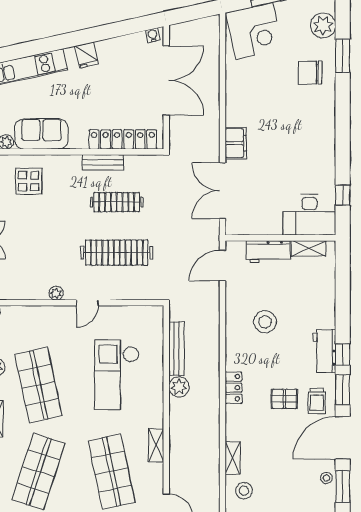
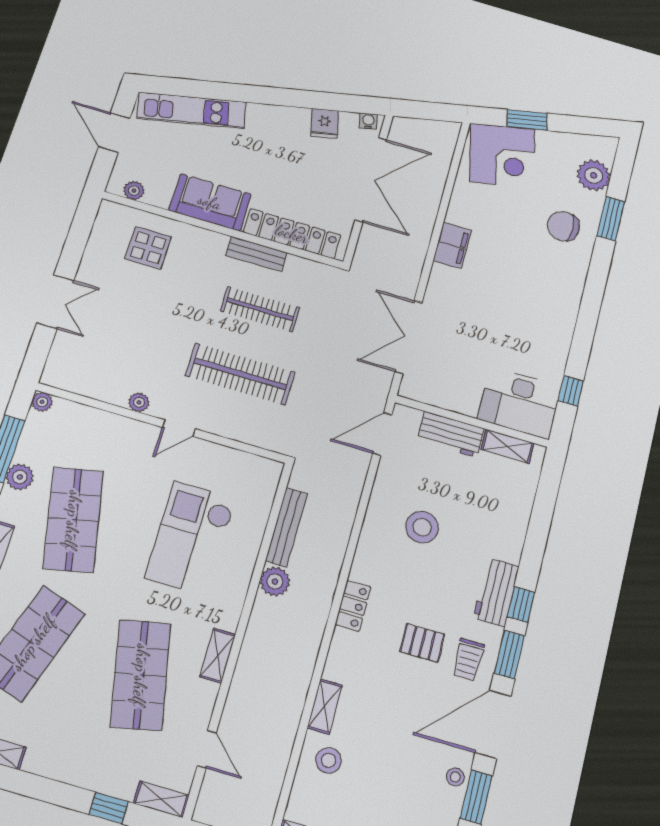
fridge: (87, 55) -> (324, 123), moved
sofa: (41, 134) -> (210, 202), moved
filing cabinet: (236, 143) -> (452, 245), moved

